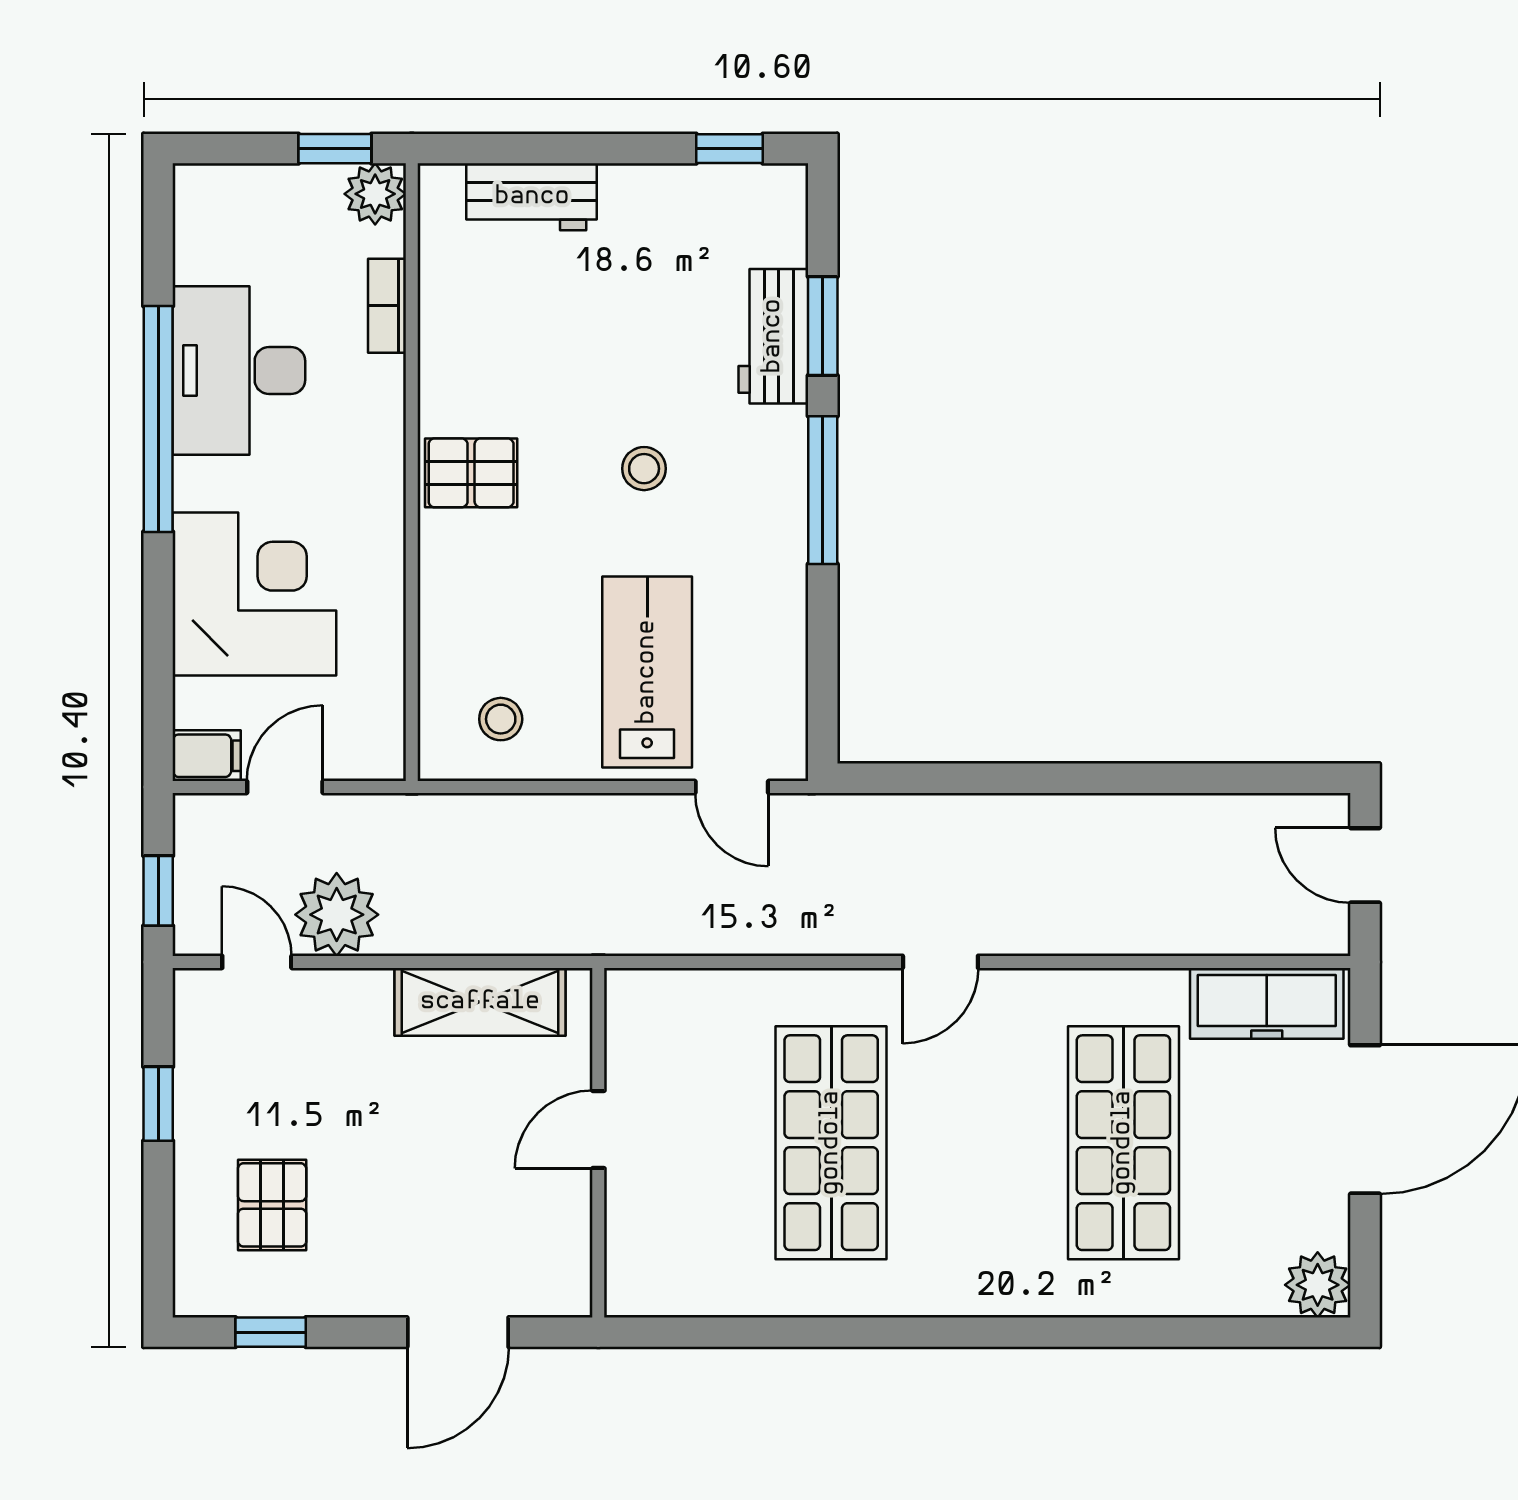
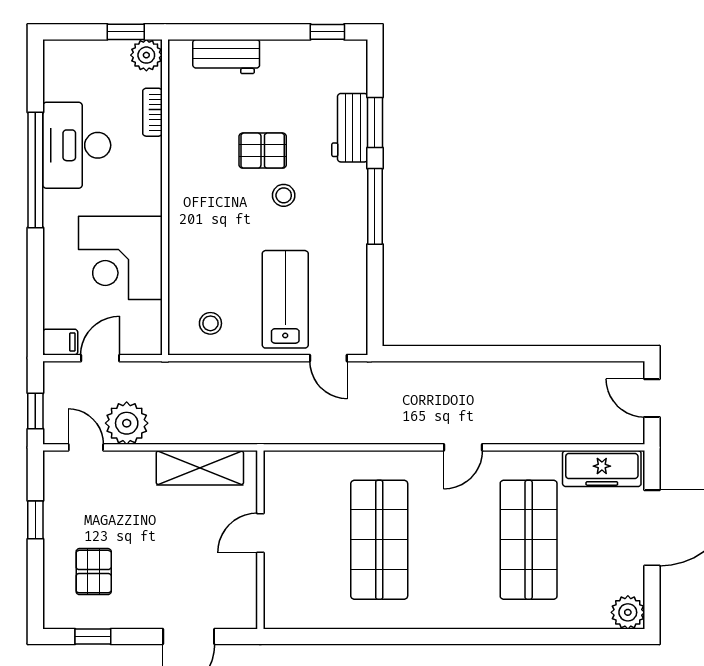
pallet: (471, 473) -> (263, 151), moved
corner desk: (254, 594) -> (120, 258), moved, turned 180
door: (940, 962) -> (463, 447), moved

